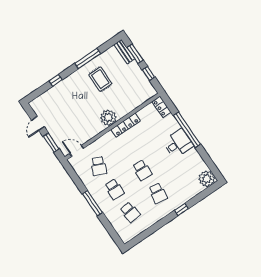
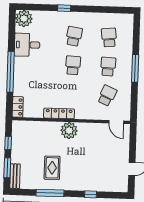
window: (51, 143) -> (133, 145), removed
desk: (178, 143) -> (27, 45), moved

